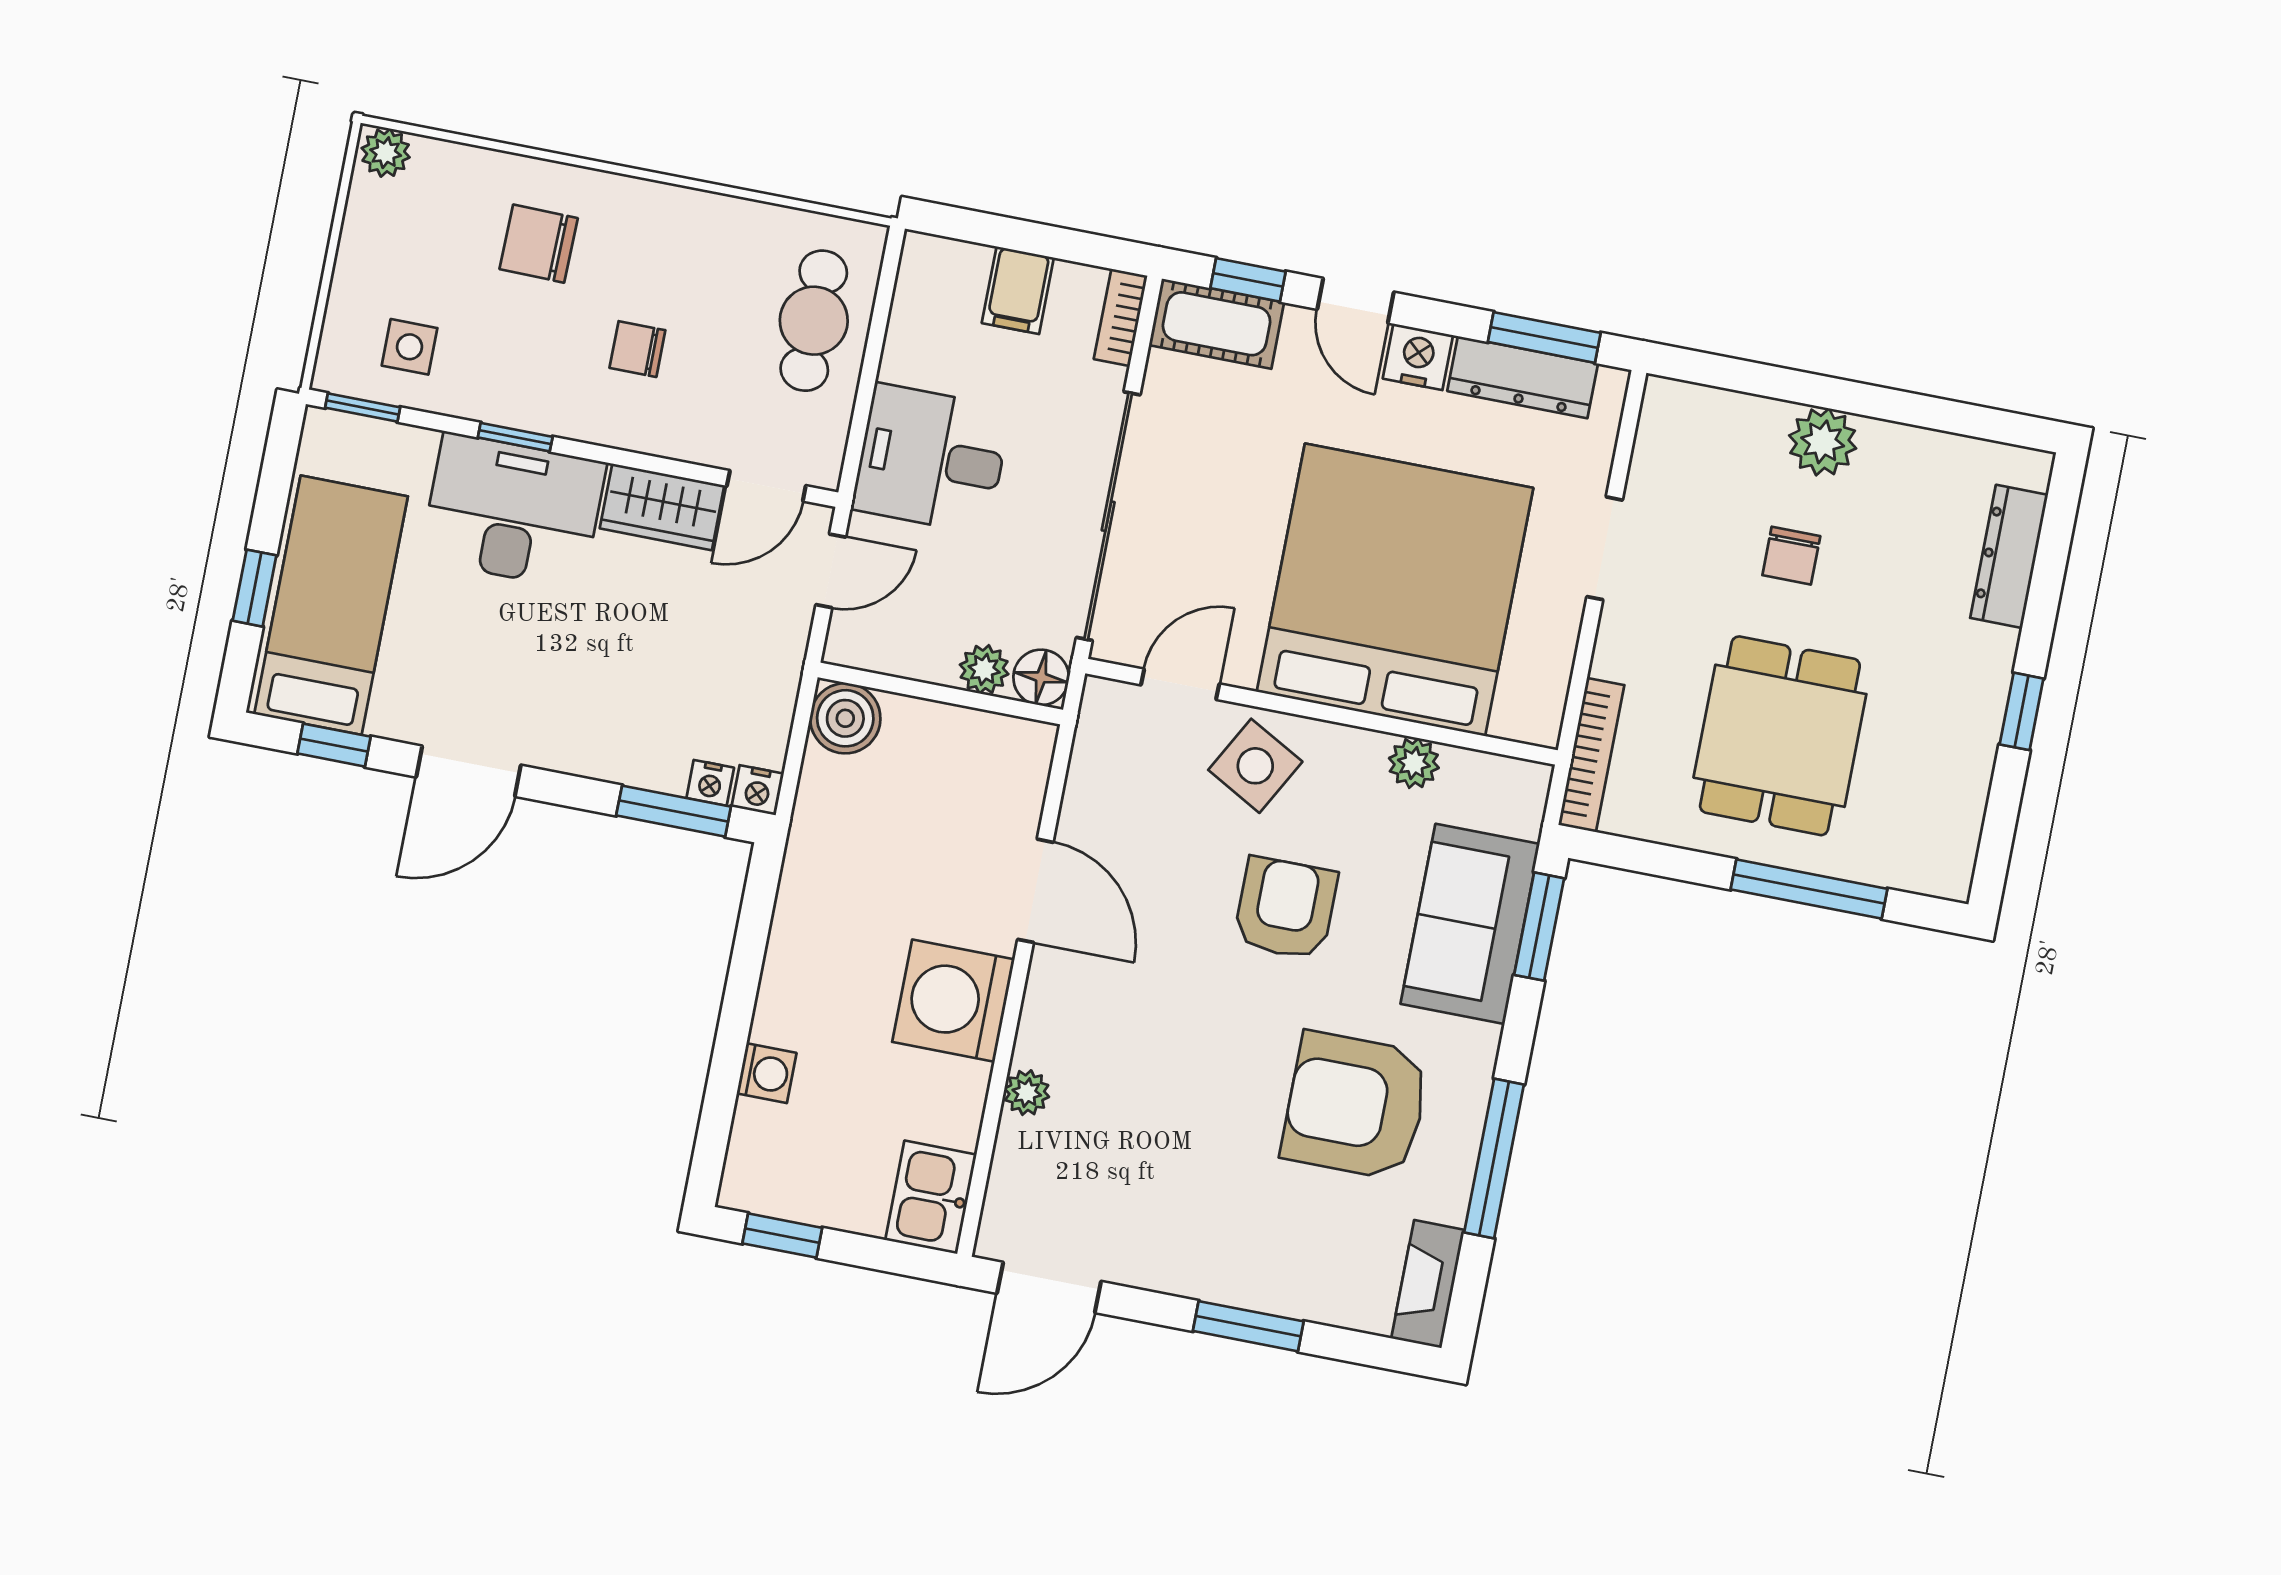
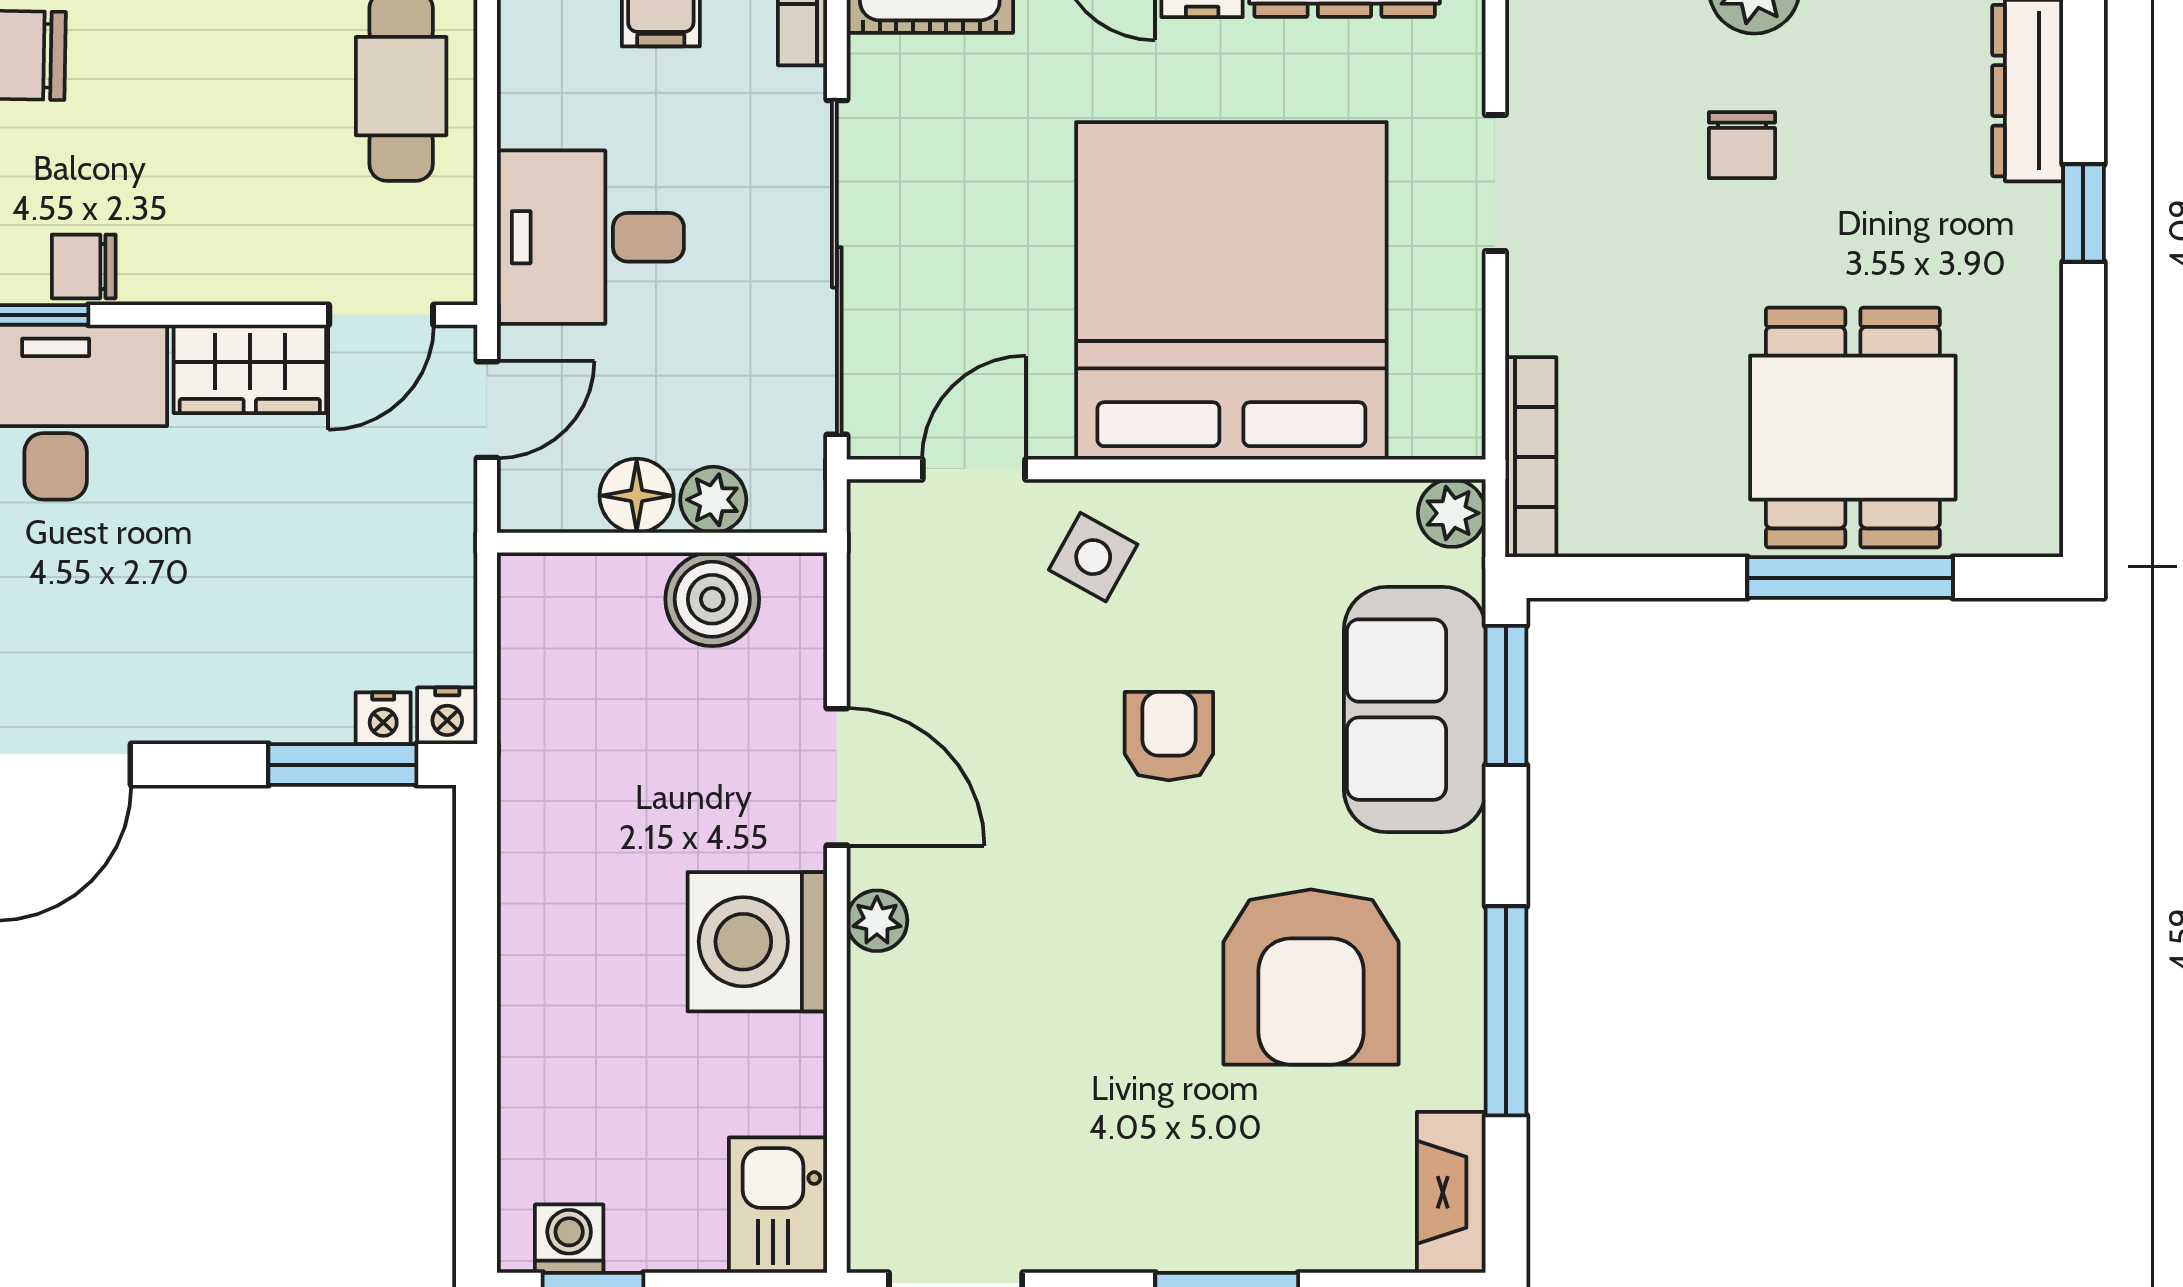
chair: (637, 349) -> (84, 266), moved
floor lamp: (1041, 677) -> (637, 496), moved
window: (2022, 711) -> (2083, 213), moved
boiler: (845, 718) -> (712, 599), moved
dining table: (1780, 736) -> (1853, 428), moved
plant: (1414, 763) -> (1452, 513), moved
side table: (1255, 766) -> (1093, 557), width x0.73, depth x0.73
armchair: (1285, 908) -> (1169, 736), width x0.72, depth x0.72
washing machine: (767, 1073) -> (569, 1239), moved, turned -90
plant: (1027, 1093) -> (877, 921), moved
armchair: (1355, 1106) -> (1311, 977), turned -90

